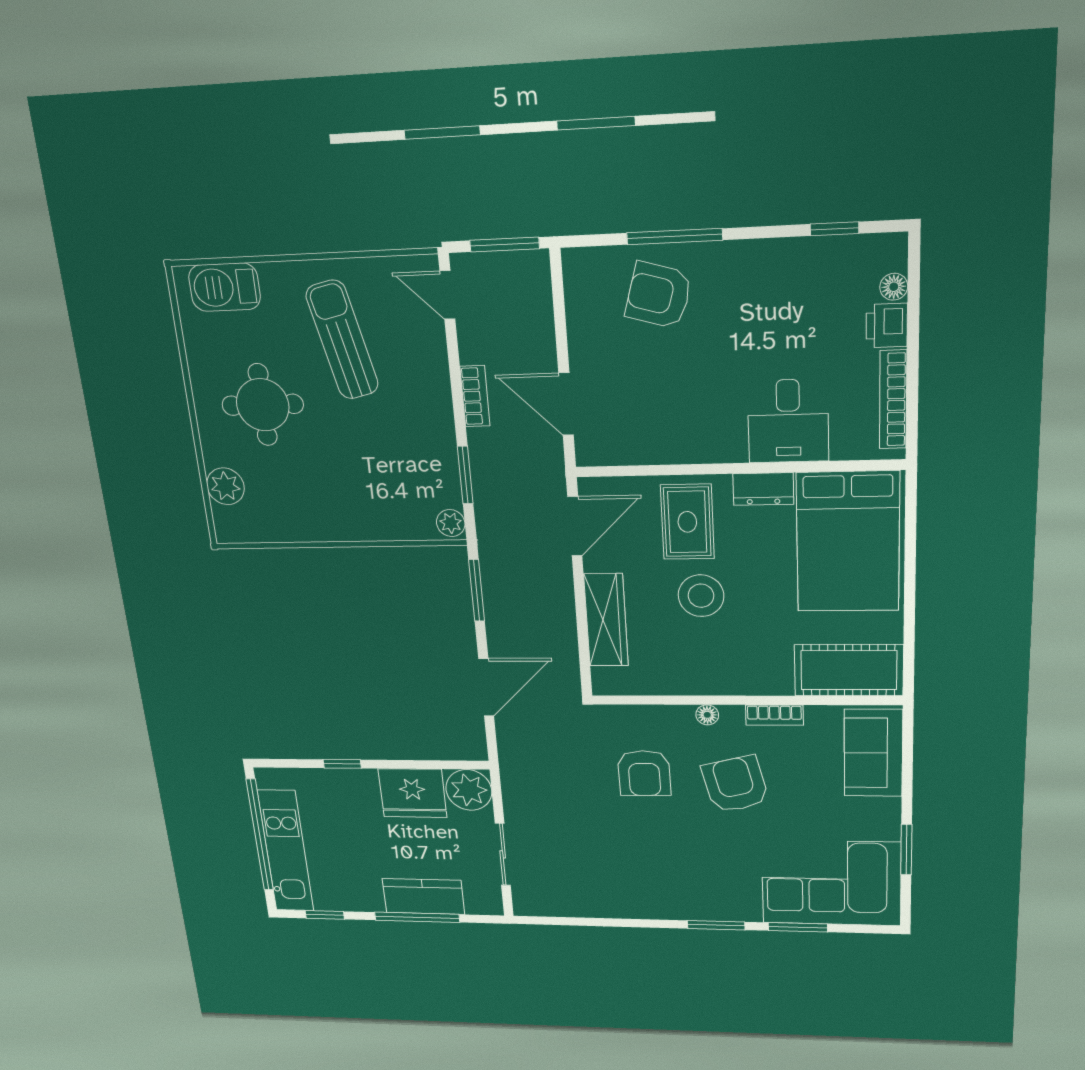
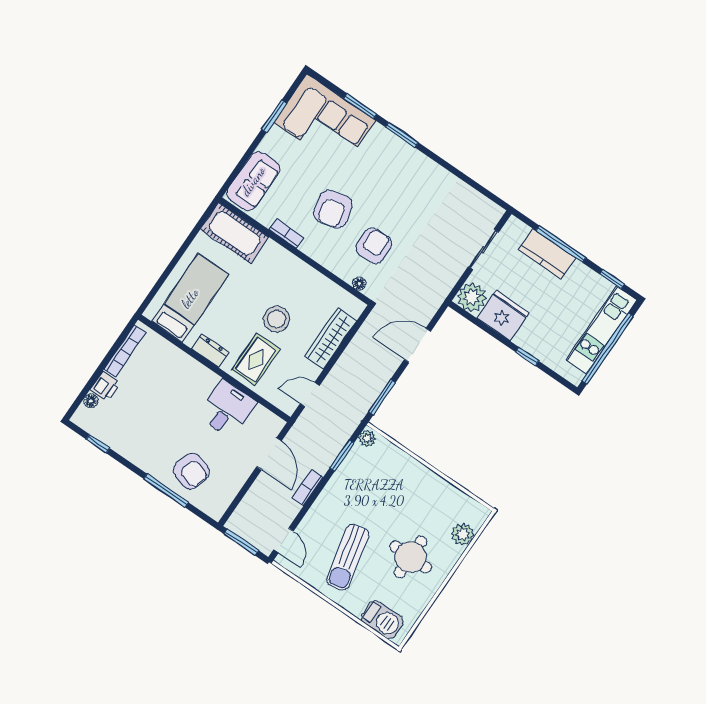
desk: (788, 421) -> (227, 409), moved
door: (575, 526) -> (310, 395), width x0.73
bed: (848, 542) -> (190, 298), width x0.67
floor lamp: (707, 715) -> (359, 284), moved

